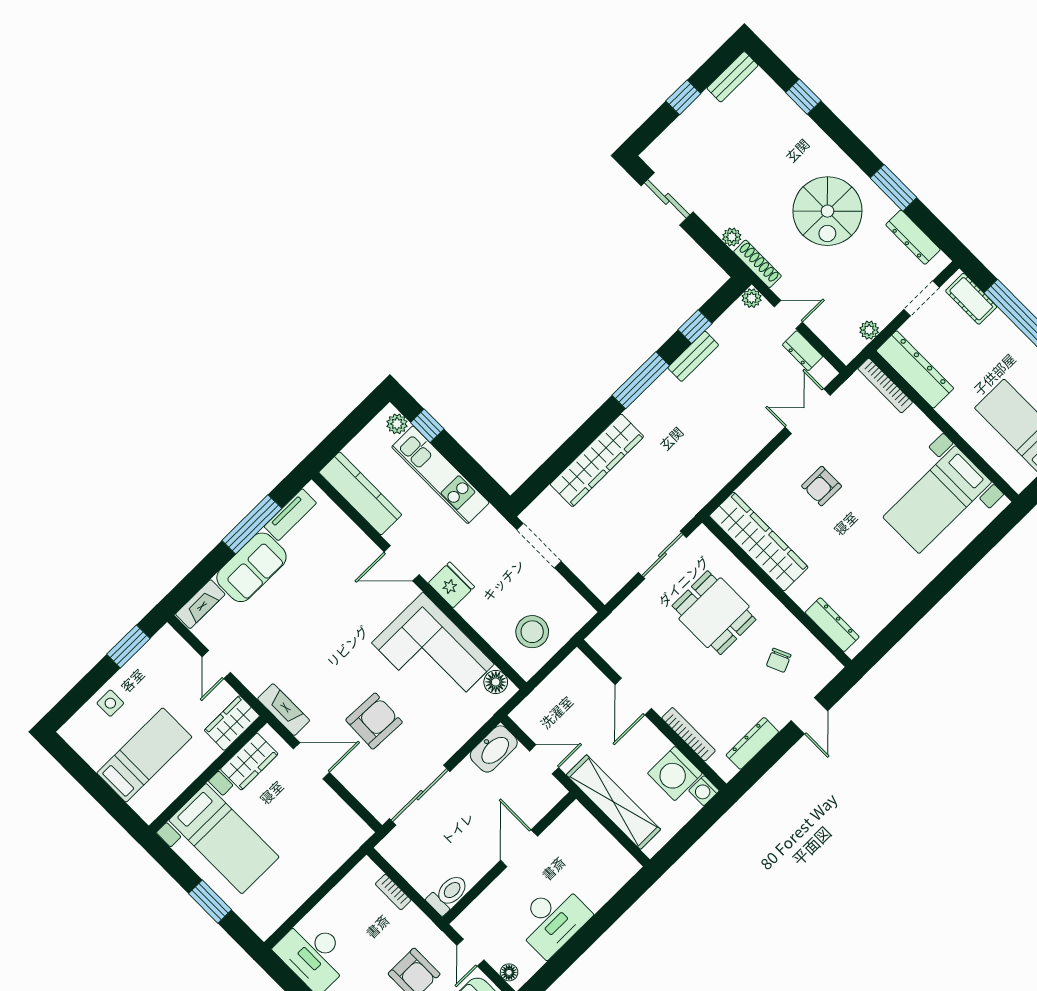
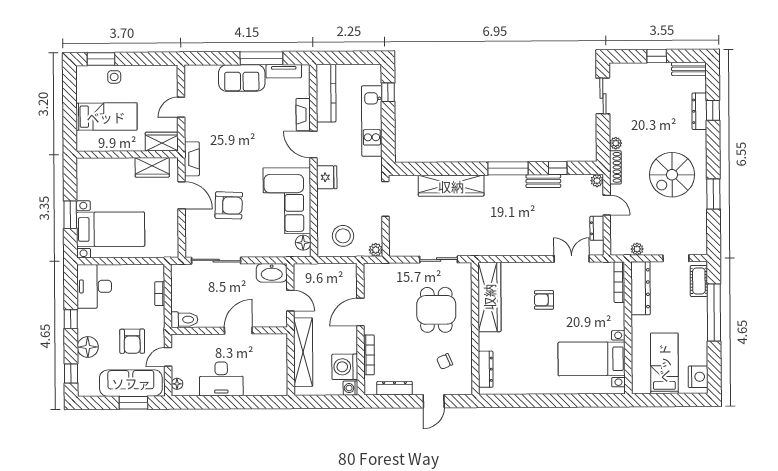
dresser: (913, 237) -> (699, 111), moved
plant: (397, 424) -> (376, 250), moved
fireplace: (200, 604) -> (303, 115), moved, turned 90
window: (128, 646) -> (101, 59), moved
bed with nightstands: (224, 839) -> (111, 229), moved, turned -90

